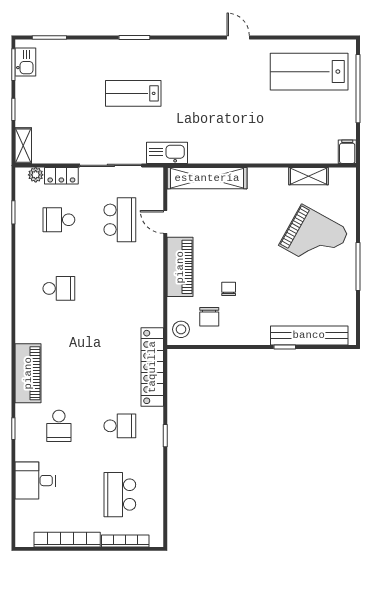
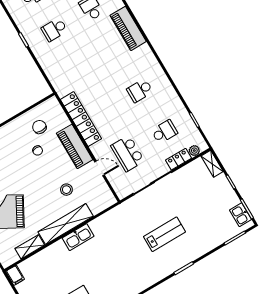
kitchen sink: (167, 153) -> (78, 237), moved
shelving: (207, 178) -> (66, 224), moved
stool: (181, 329) -> (66, 190), moved
locker: (152, 367) -> (81, 119), moved

